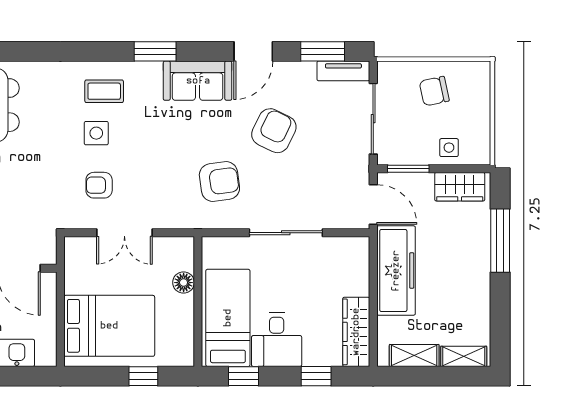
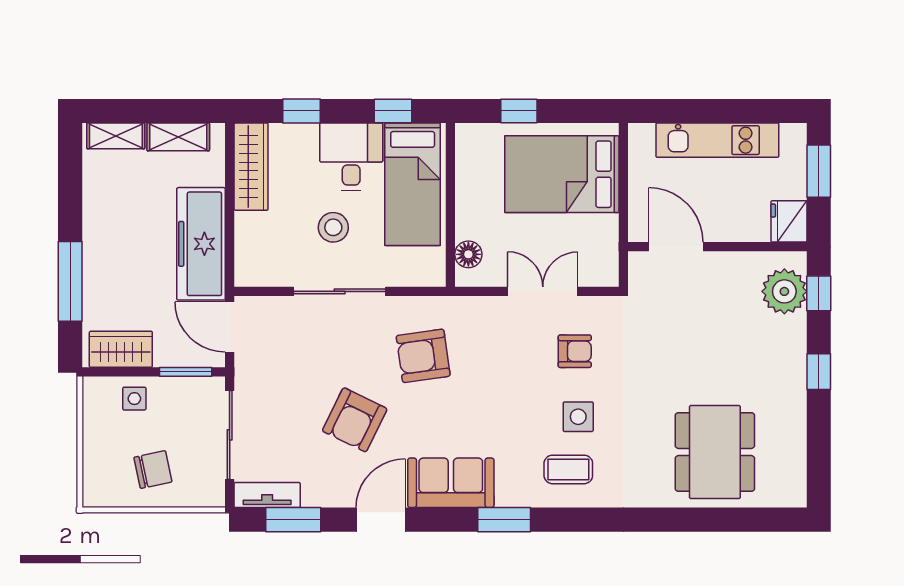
floor lamp: (184, 283) -> (468, 254), moved
stool: (291, 284) -> (333, 227), added

